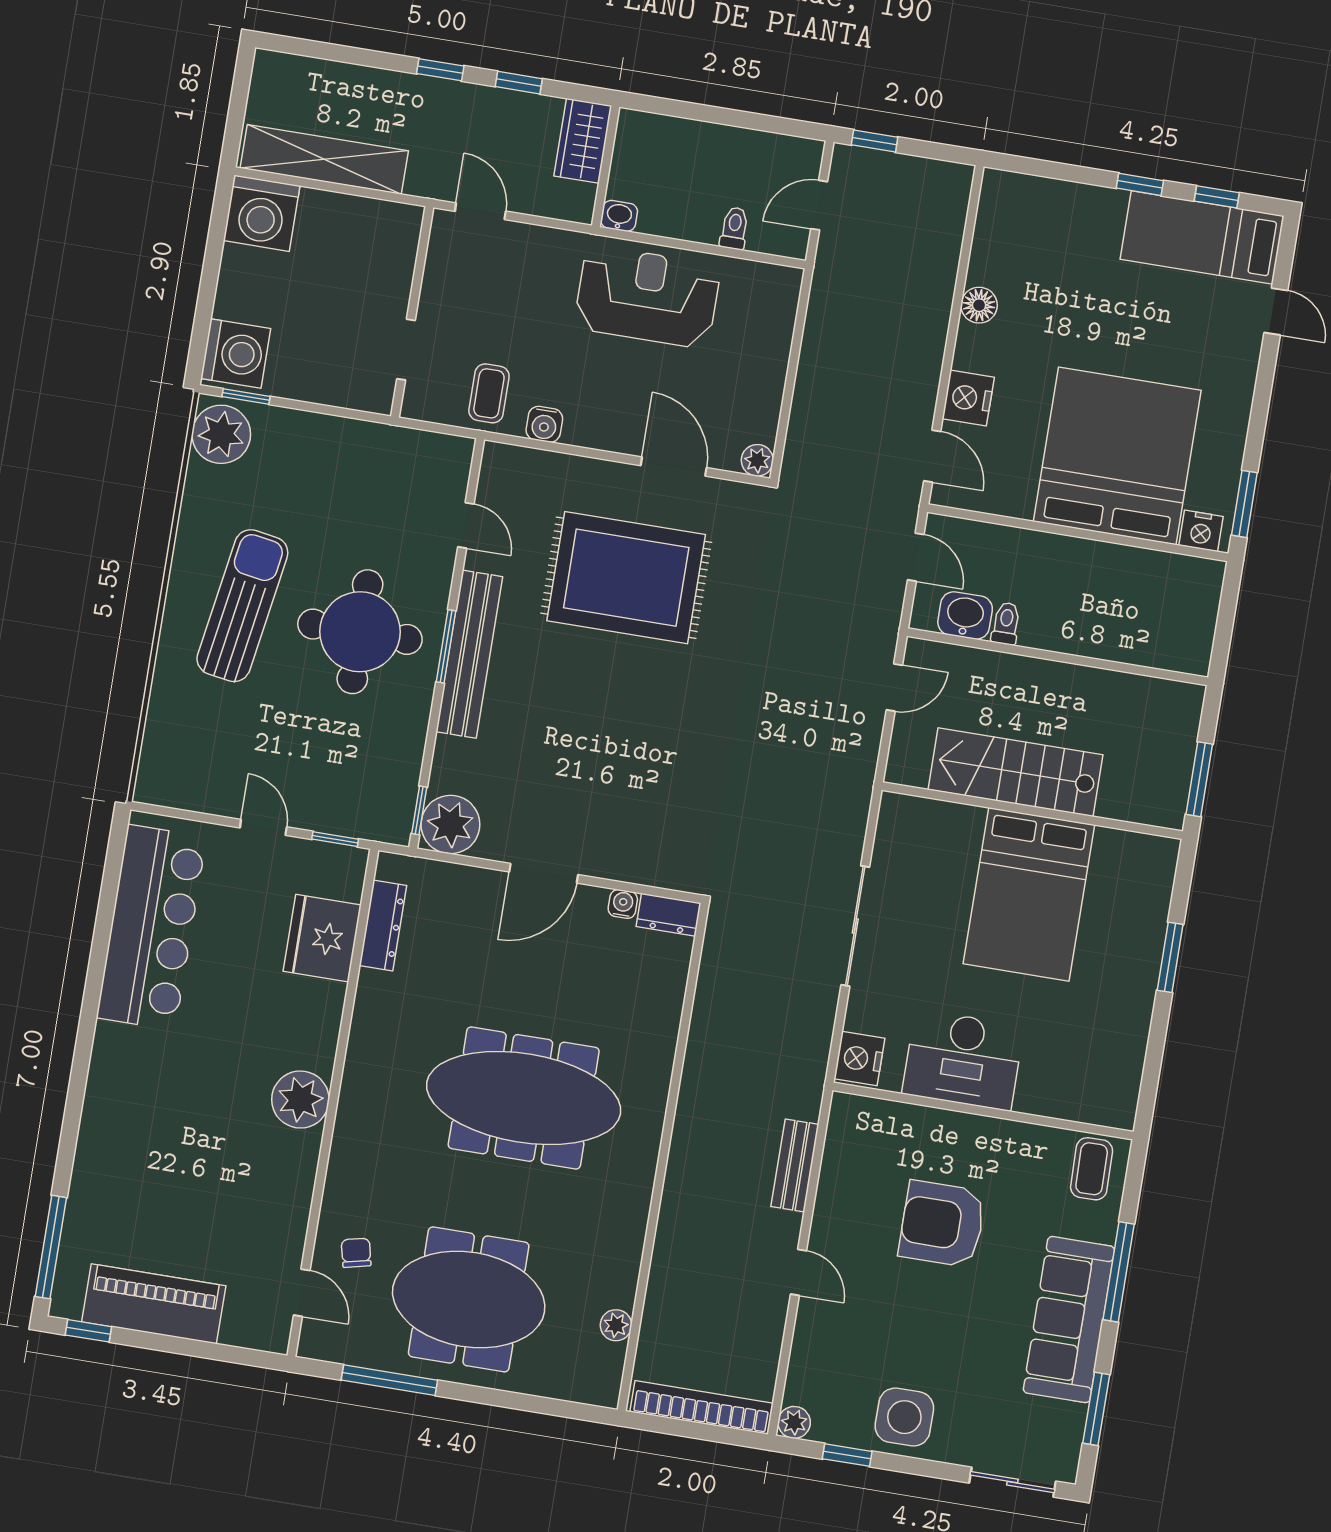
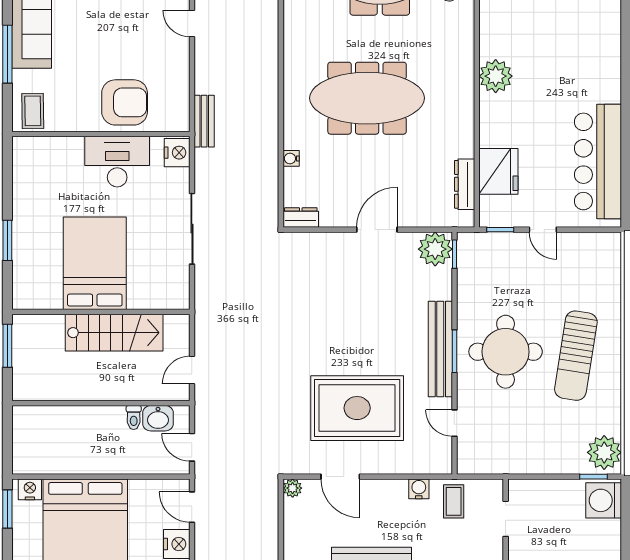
water cooler: (623, 904) -> (291, 158), moved, turned 90
bench: (795, 1165) -> (204, 121), moved
armchair: (942, 1224) -> (125, 102), moved

